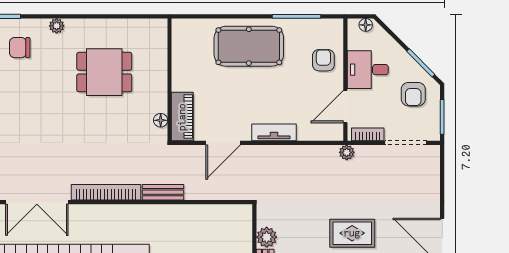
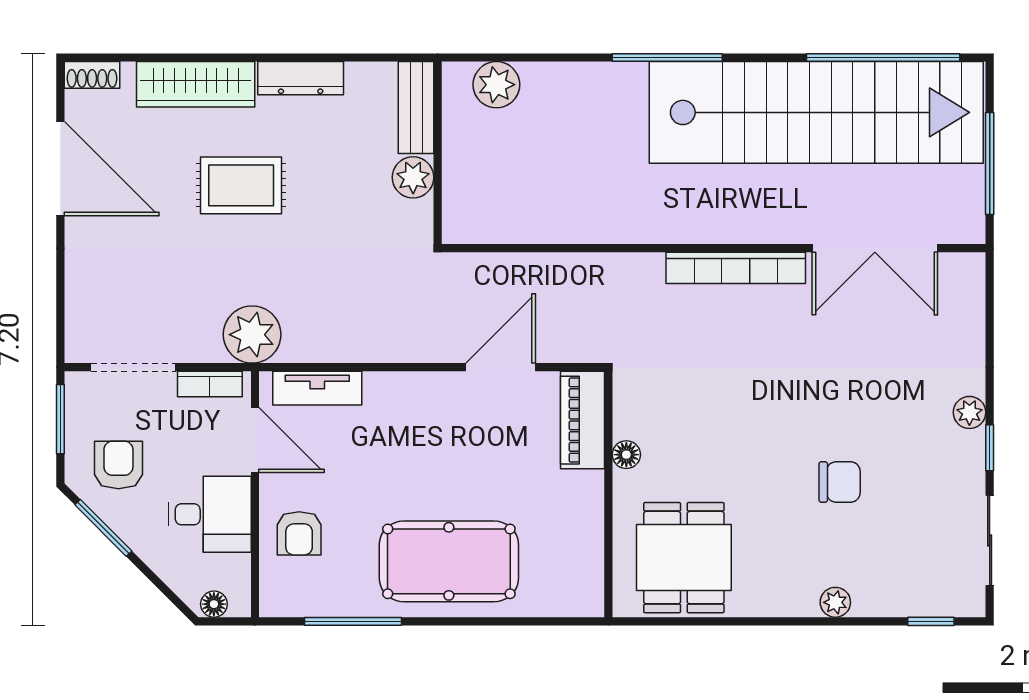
chair: (20, 48) -> (840, 482), moved
dining table: (104, 72) -> (684, 558), moved, turned 90
door: (345, 107) -> (255, 440), hinge flipped
floor lamp: (161, 120) -> (626, 455), moved
tv unit: (274, 132) -> (317, 388), moved
plant: (347, 152) -> (252, 335), width x1.88, depth x1.88
bench: (163, 192) -> (621, 268), removed
double door: (37, 202) -> (875, 248), swing flipped

